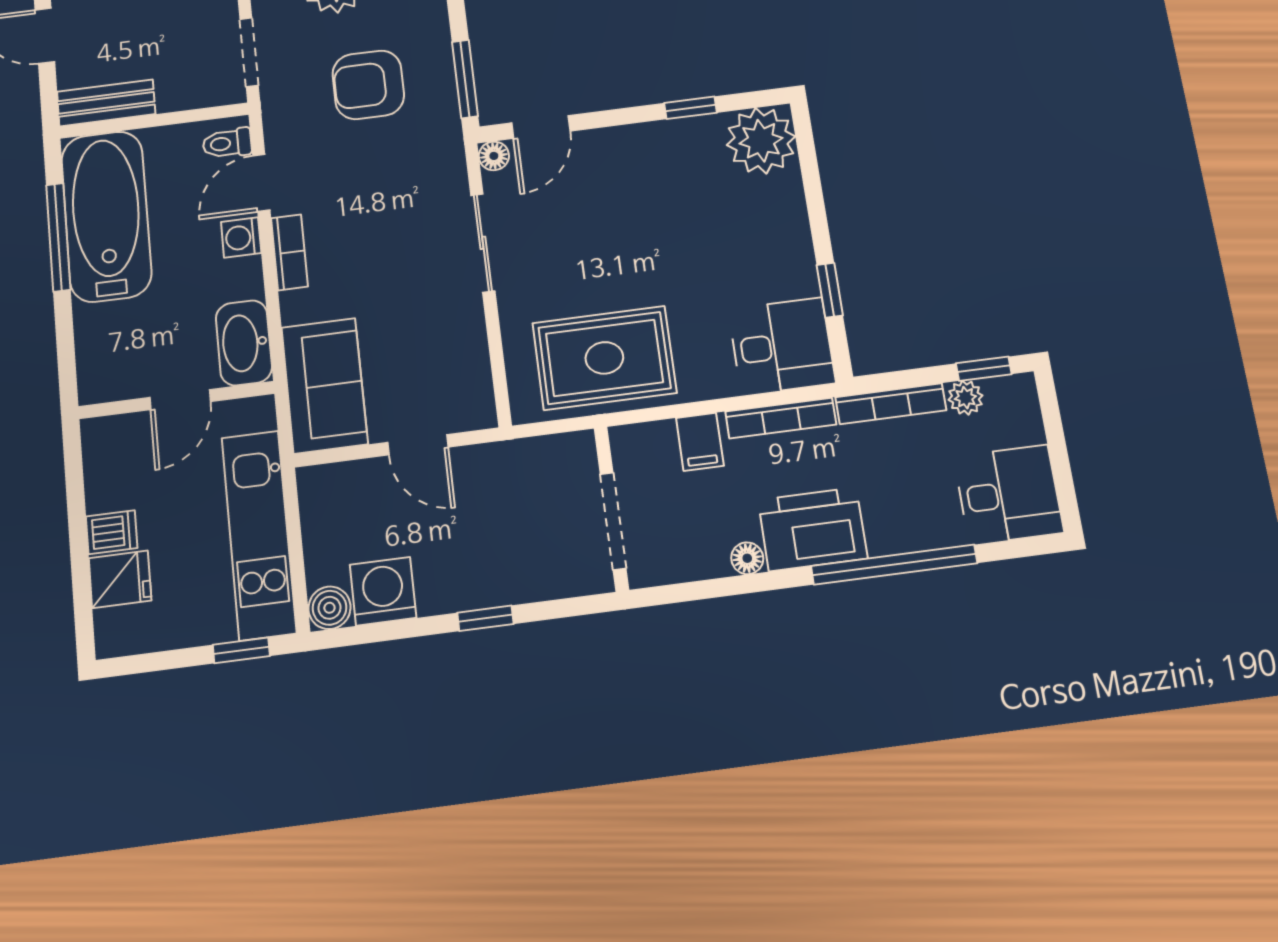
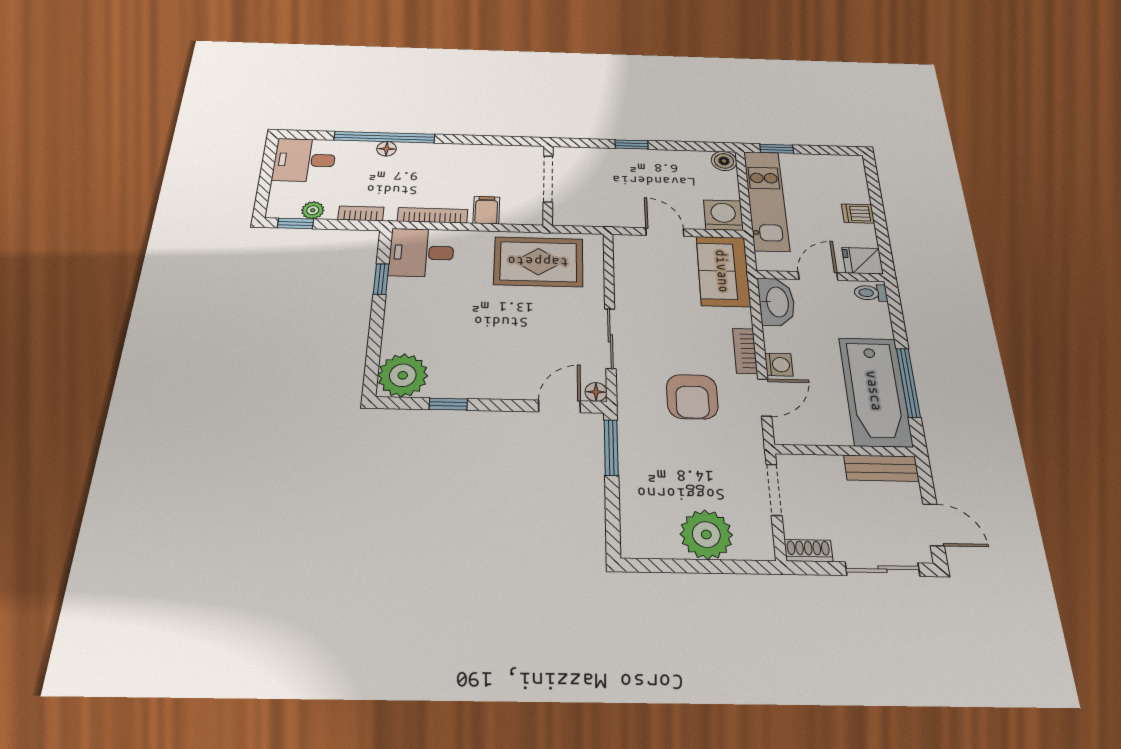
armchair: (368, 85) -> (692, 397), moved, turned 90
toilet: (227, 143) -> (871, 293), moved, turned 180
bookcase: (891, 404) -> (361, 213), width x0.64
printer: (813, 529) -> (428, 159), removed
floor lamp: (747, 558) -> (387, 149), moved
fridge: (120, 579) -> (863, 261), moved
washing machine: (383, 591) -> (723, 215), moved, turned 180

